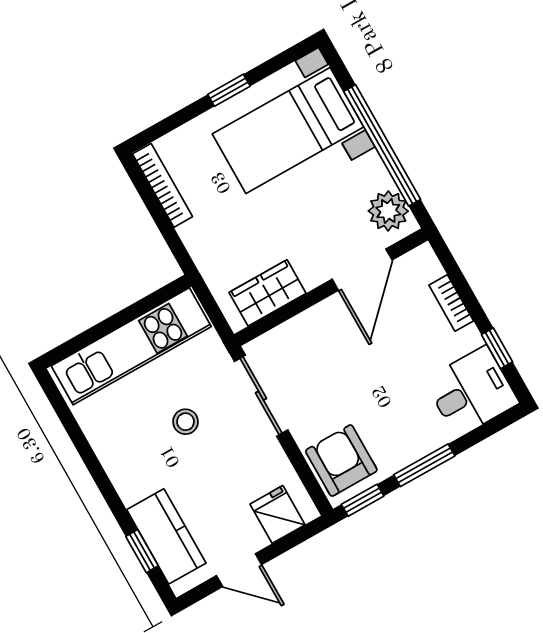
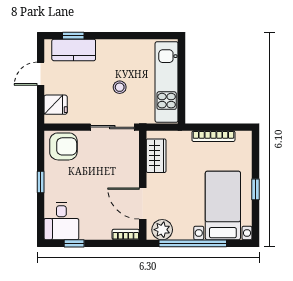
bookcase: (162, 185) -> (213, 136), moved
bookcase: (451, 303) -> (126, 234), moved
window: (424, 465) -> (41, 182), width x0.67
window: (363, 500) -> (41, 146), removed

